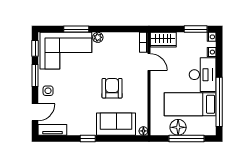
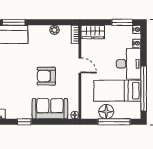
plant: (98, 37) -> (55, 30), moved
door: (149, 62) -> (80, 65), moved
armchair: (112, 88) -> (46, 76), turned -90

